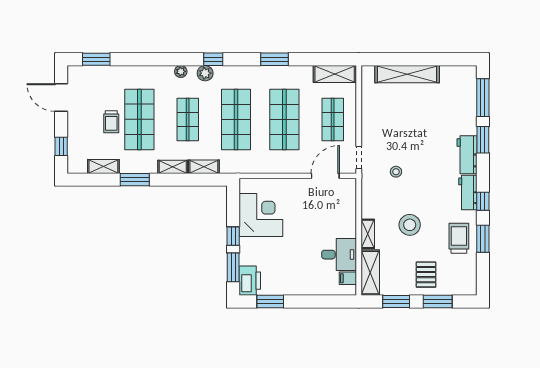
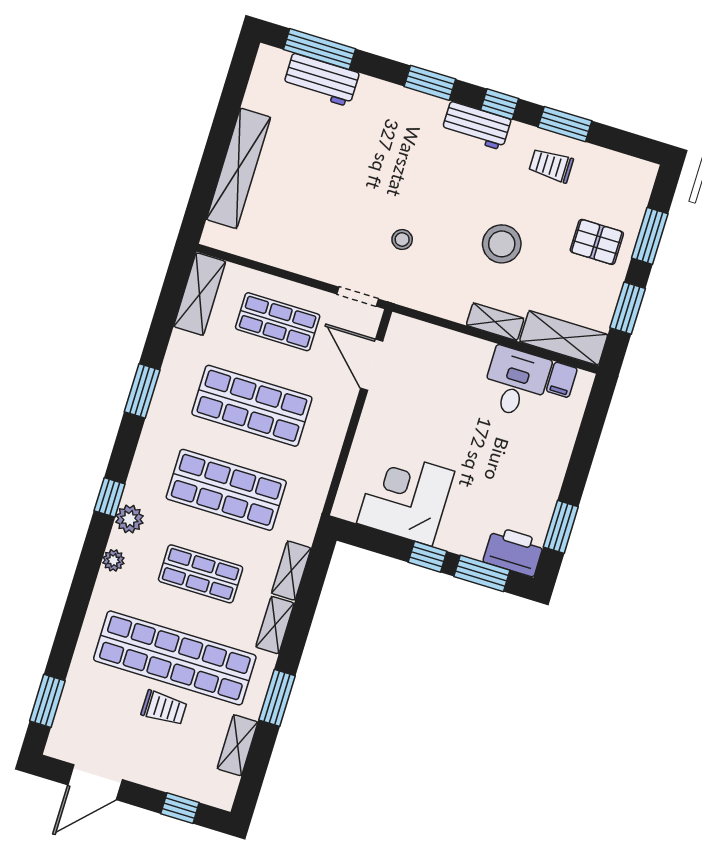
shop shelf: (139, 119) -> (175, 658), width x1.40
window: (483, 140) -> (430, 83), moved
workbench: (467, 155) -> (321, 80), moved
trolley: (459, 238) -> (551, 165), width x0.73, depth x0.72

